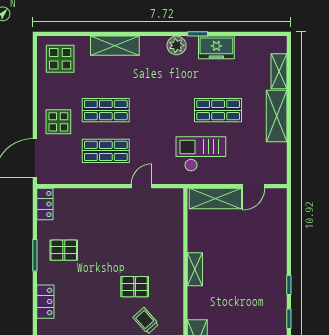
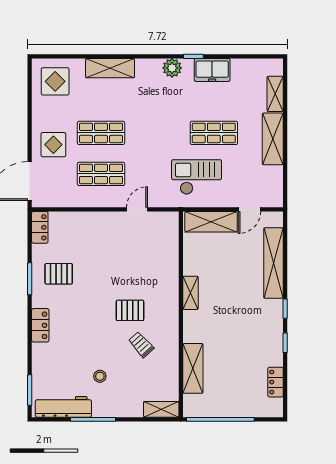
shelving: (277, 240) -> (273, 263), added

